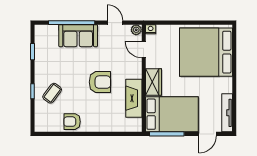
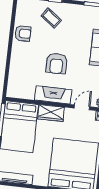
fireplace: (134, 98) -> (53, 95), moved
armchair: (72, 122) -> (23, 33), turned 90

